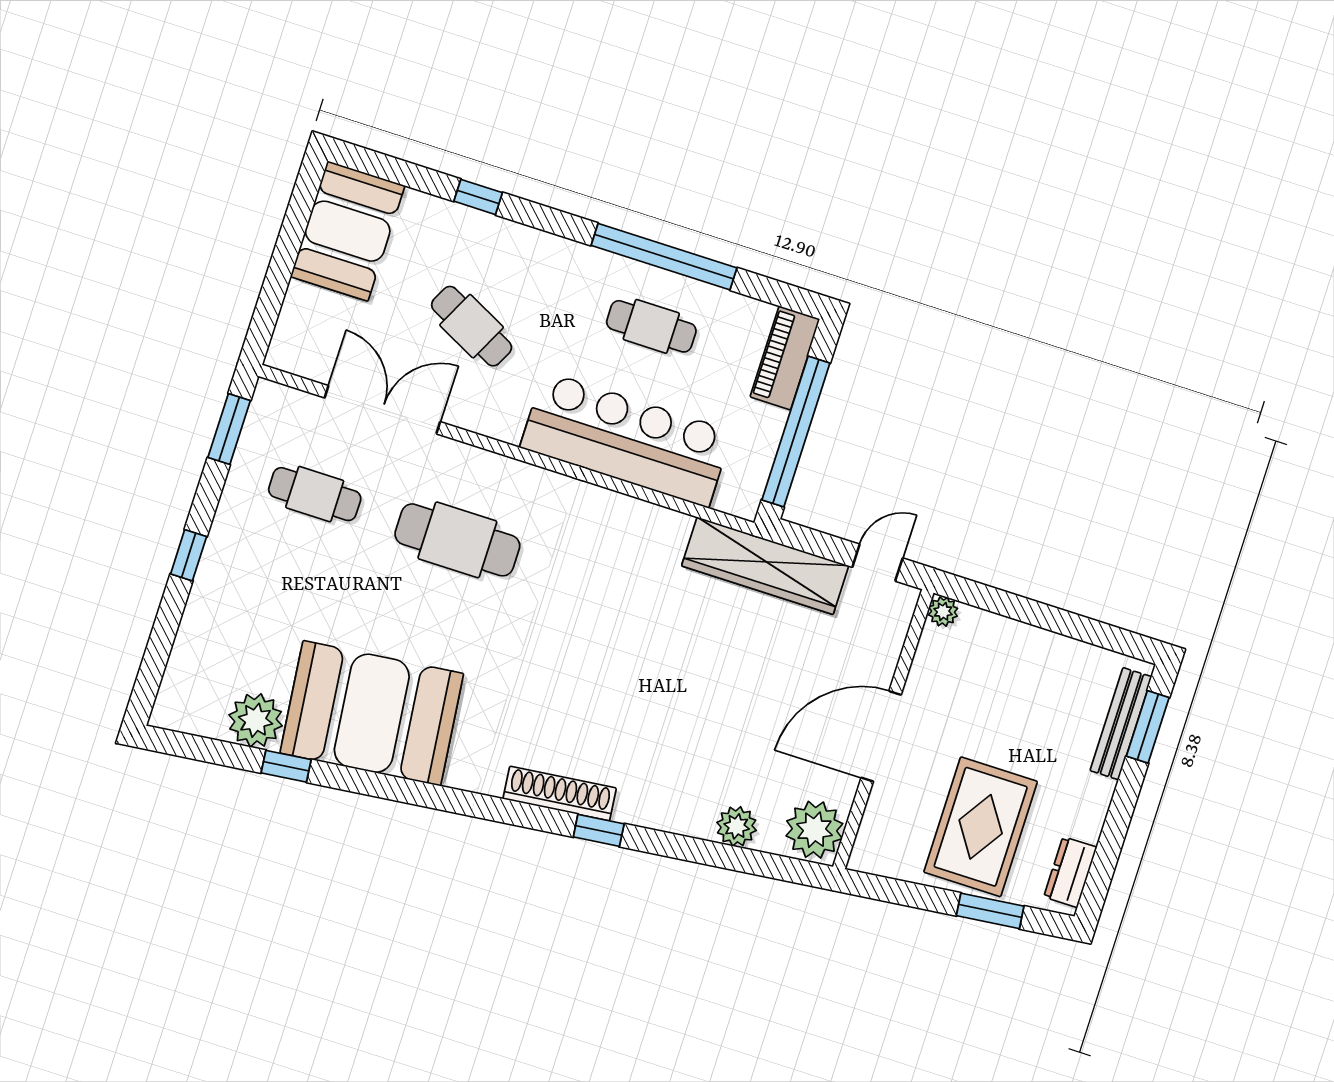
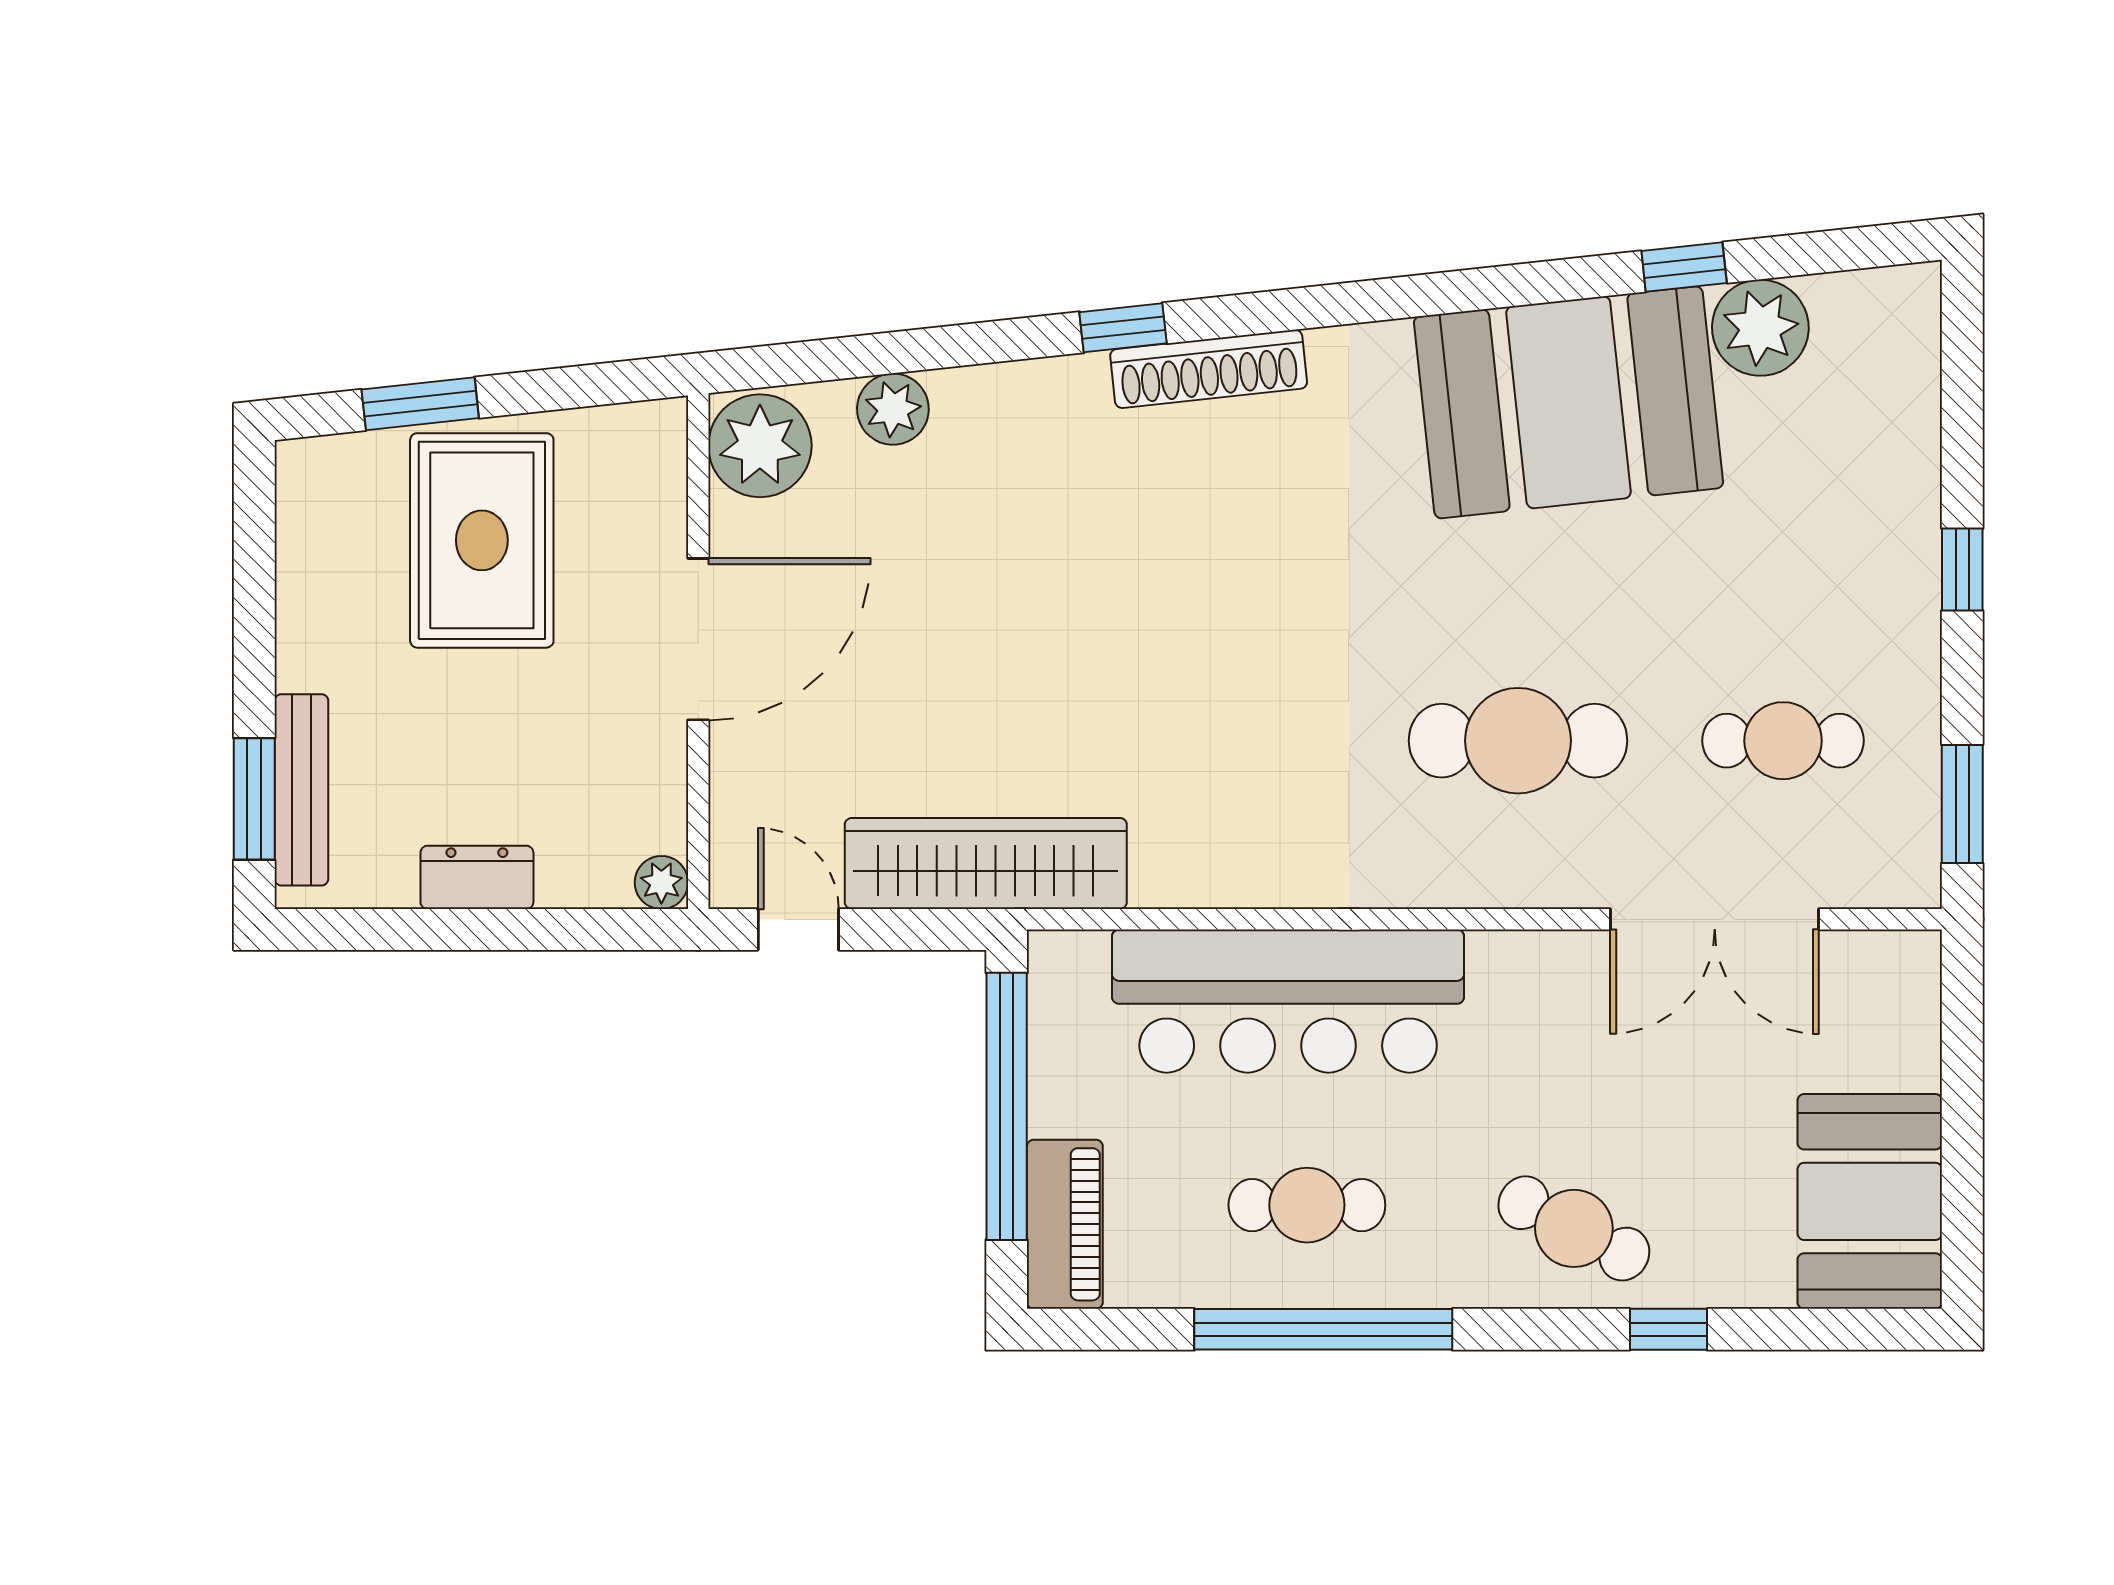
cafe table: (472, 326) -> (1574, 1228), moved
door: (877, 563) -> (798, 929), swing flipped
dresser: (1070, 872) -> (477, 877), moved, turned -90

